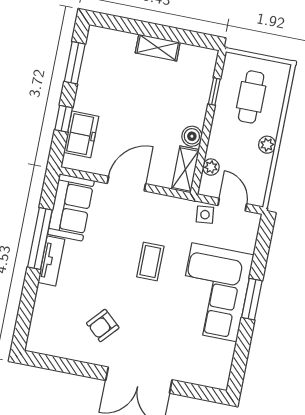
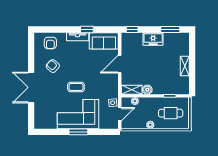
window: (64, 119) -> (132, 29), moved
freezer: (81, 134) -> (153, 39), moved
door: (126, 184) -> (120, 64), swing flipped
window: (40, 238) -> (87, 29), width x0.46
coffee table: (150, 261) -> (76, 87), moved
armchair: (53, 321) -> (50, 43), added

